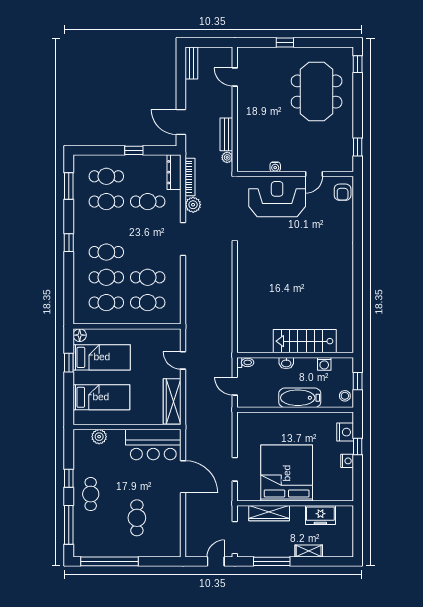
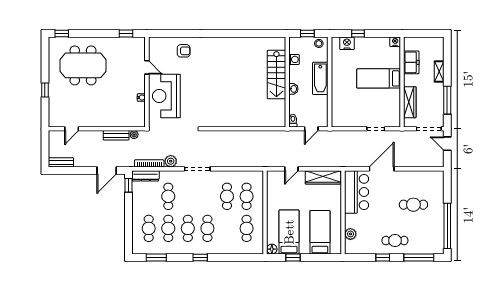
window: (134, 150) -> (129, 185), moved
armchair: (343, 192) -> (184, 51), moved
cafe table: (106, 277) -> (188, 228), moved
nightstand: (347, 461) -> (395, 42), moved
bed: (287, 473) -> (379, 78), width x0.49

